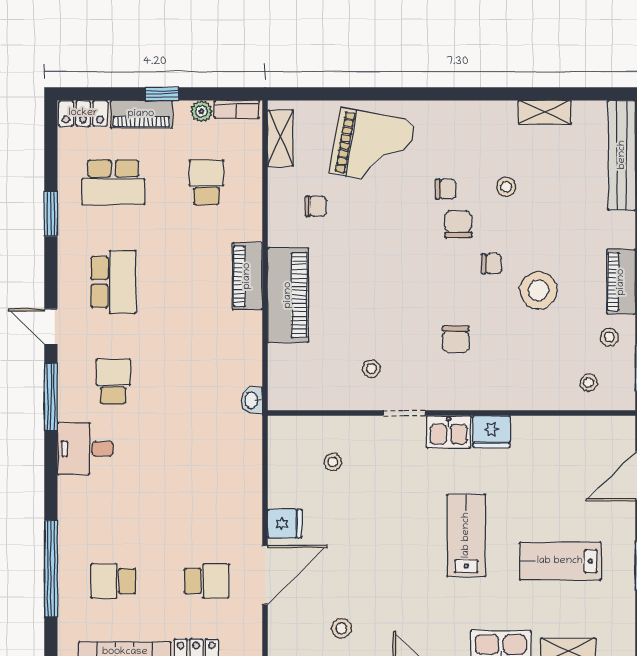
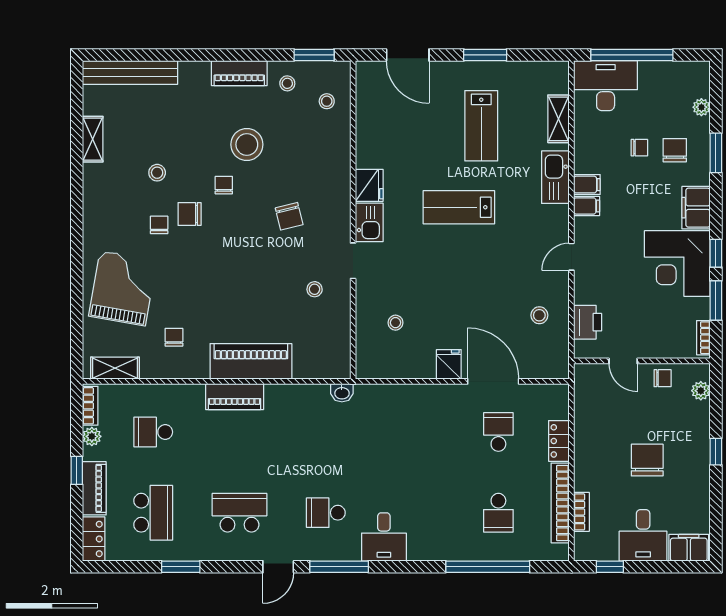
chair: (456, 339) -> (289, 216), turned 76

